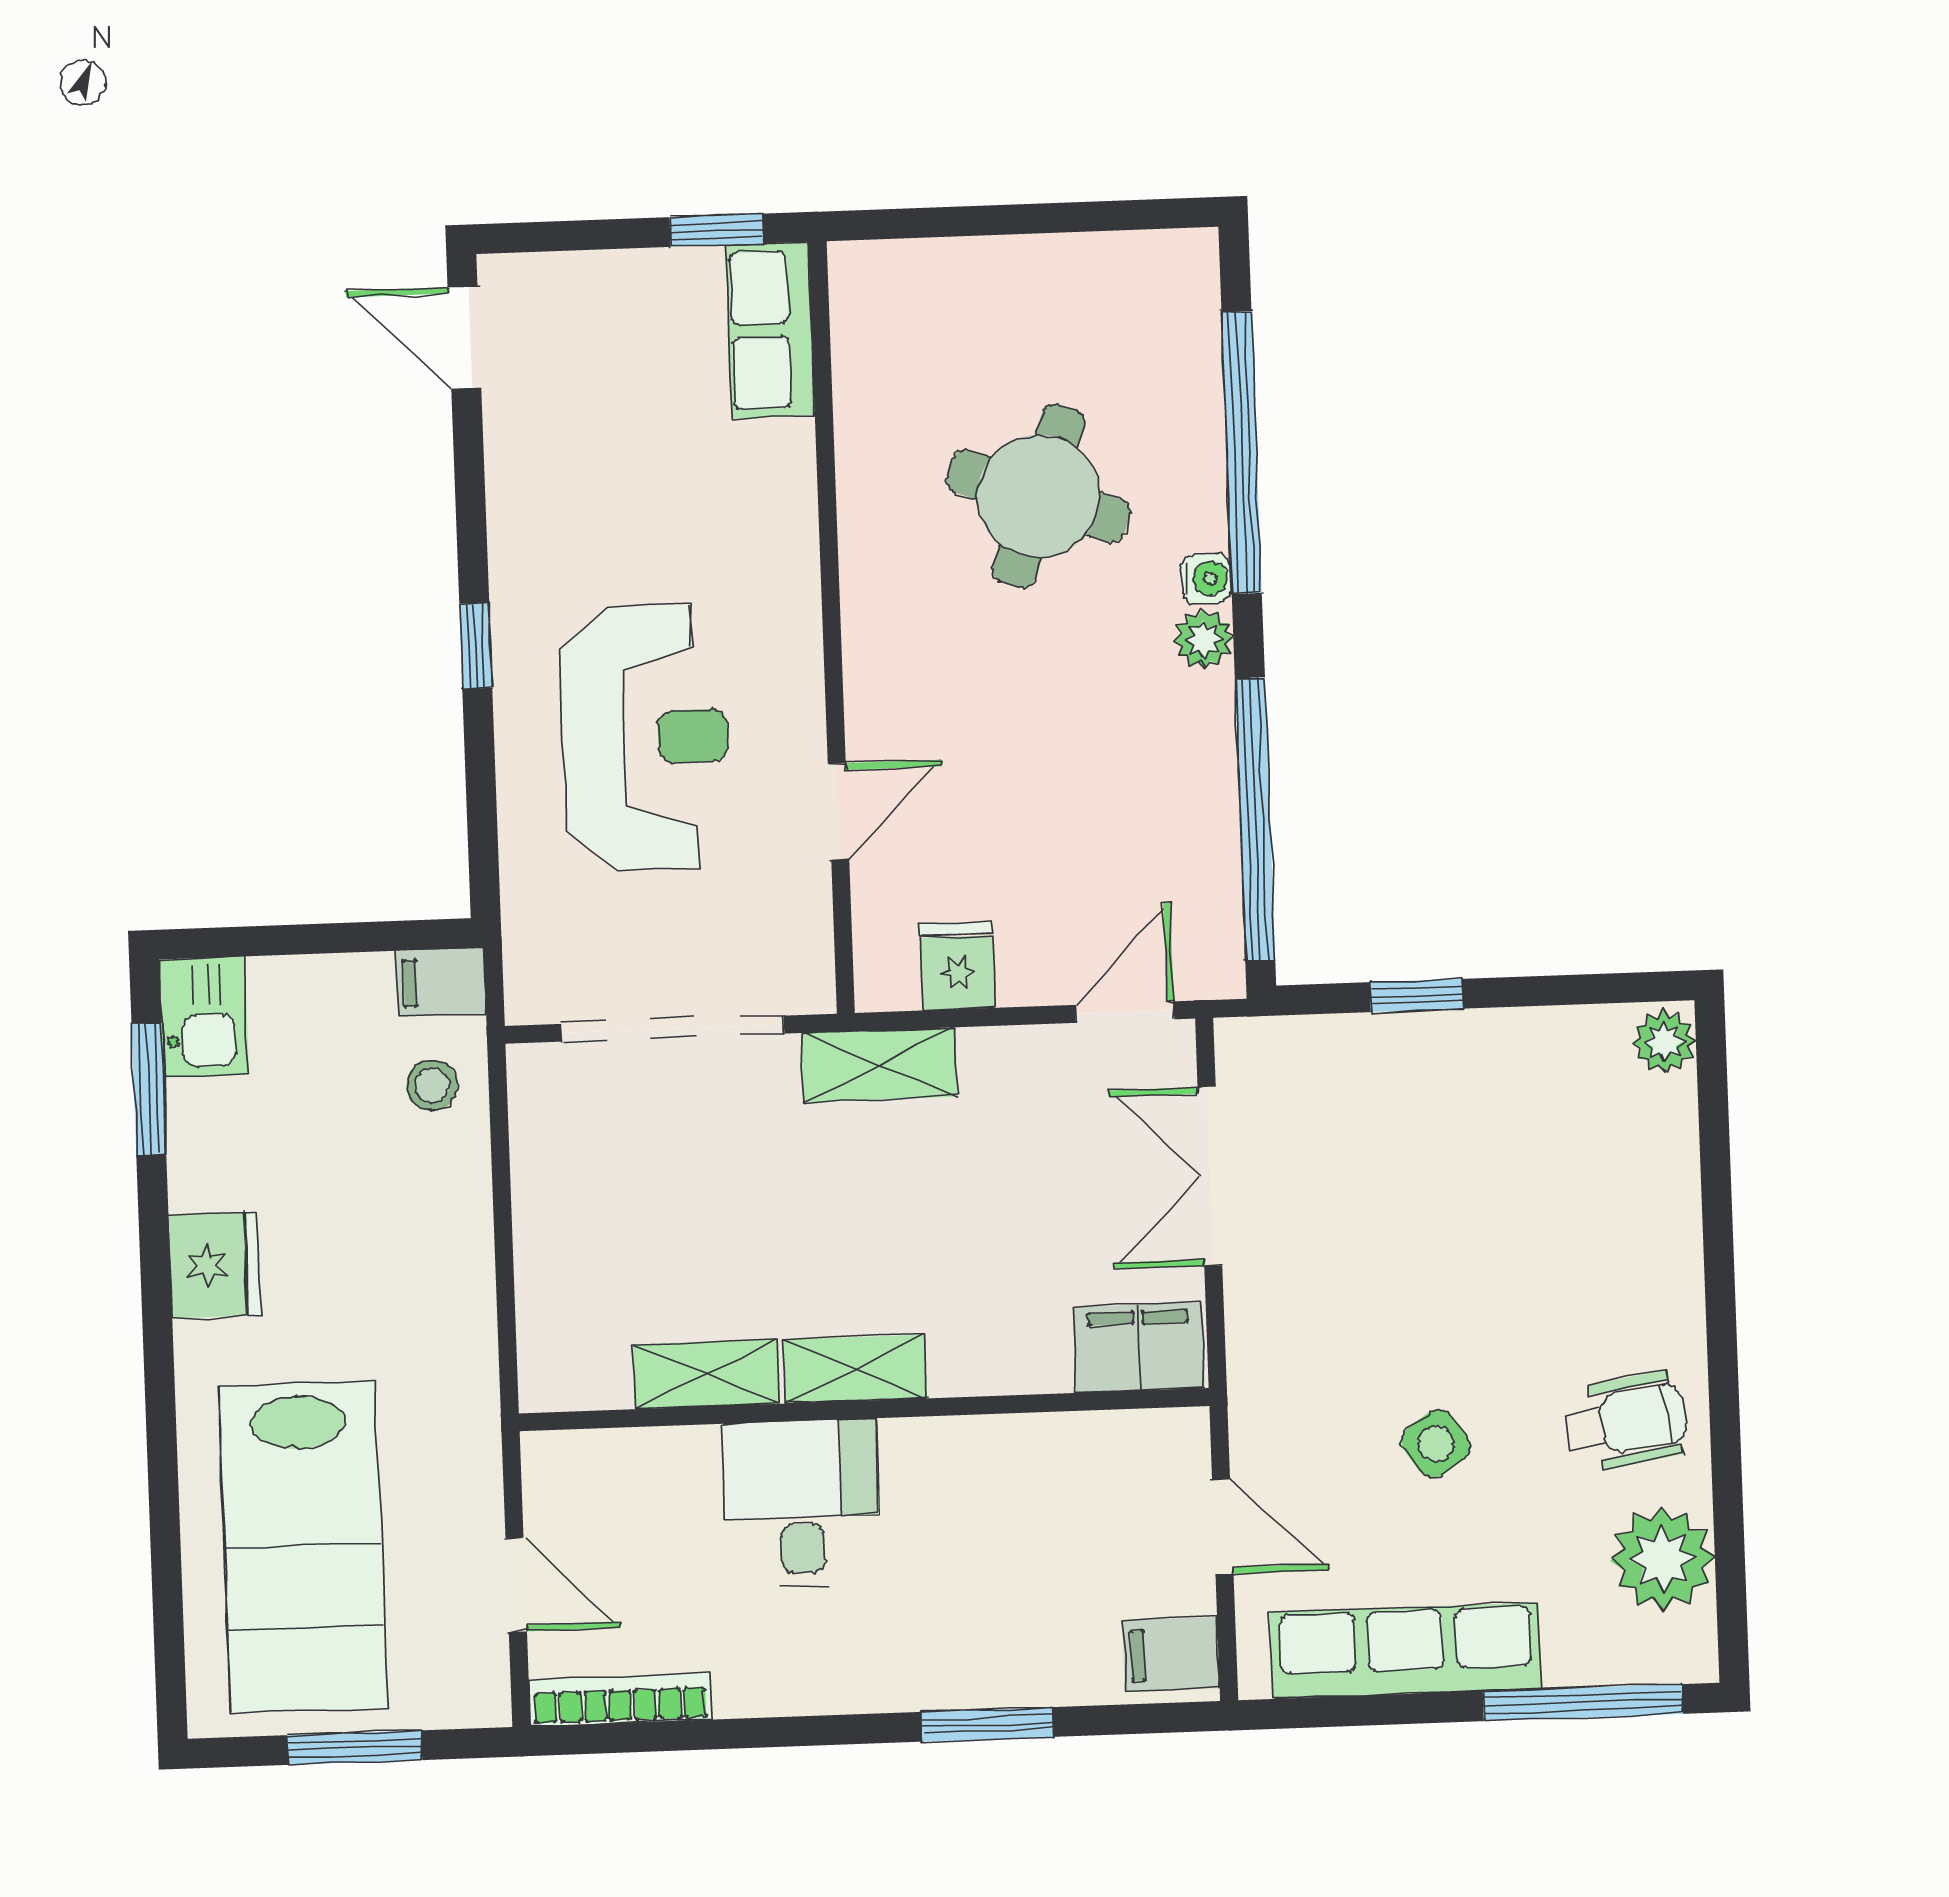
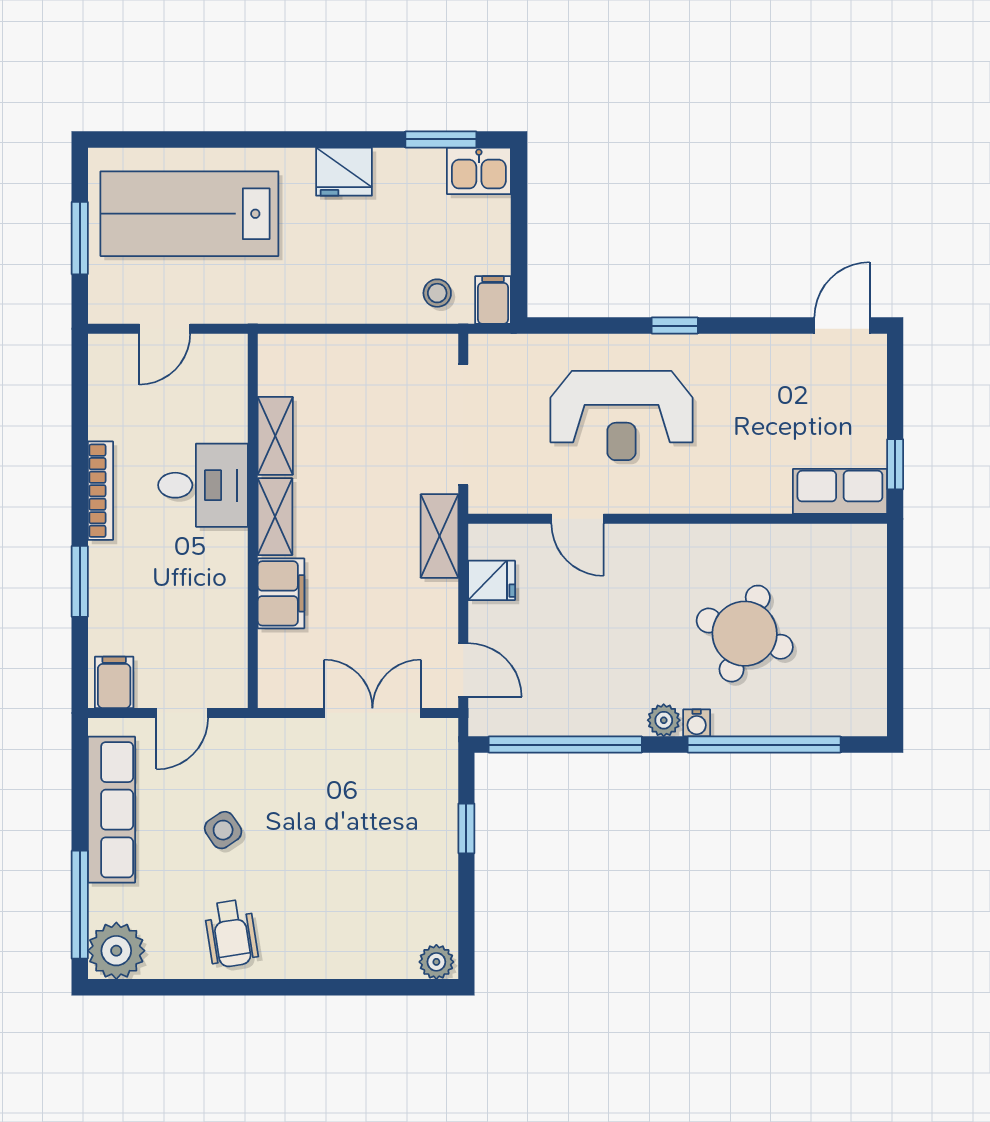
filing cabinet: (1139, 1348) -> (281, 593), moved
plant: (1662, 1559) -> (116, 951), moved
bookcase: (620, 1700) -> (100, 491), moved

